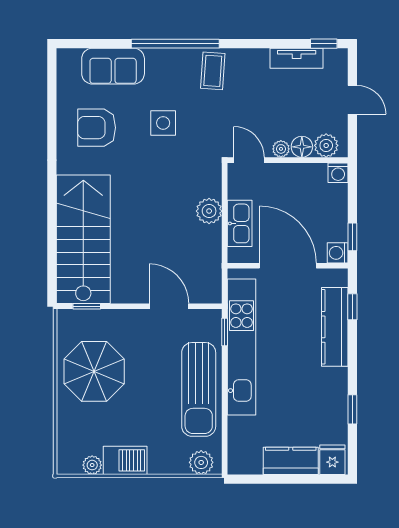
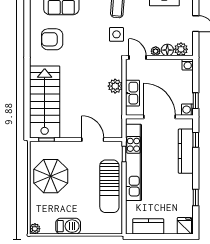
side table: (163, 123) -> (116, 34), moved
kitchen counter: (291, 461) -> (148, 226), moved
plant: (201, 462) -> (111, 227), removed
plant: (92, 465) -> (35, 229), moved

